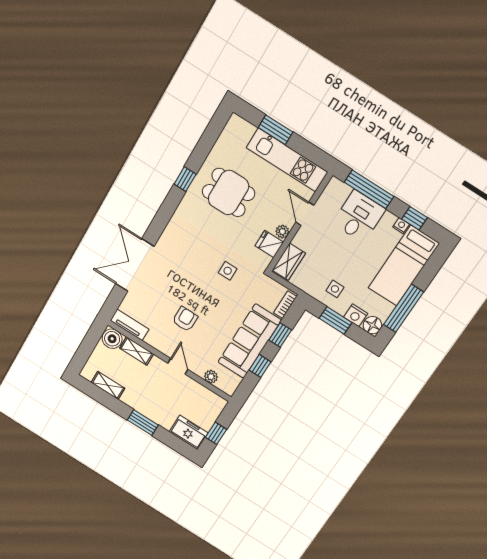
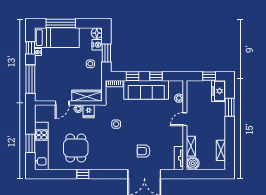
kitchen unit: (287, 160) -> (41, 146), moved
desk: (359, 216) -> (47, 76), removed
wardrobe: (289, 262) -> (86, 96), width x1.50
window: (404, 308) -> (61, 23), moved
armchair: (185, 319) -> (144, 151), moved
window: (143, 423) -> (230, 107), moved

